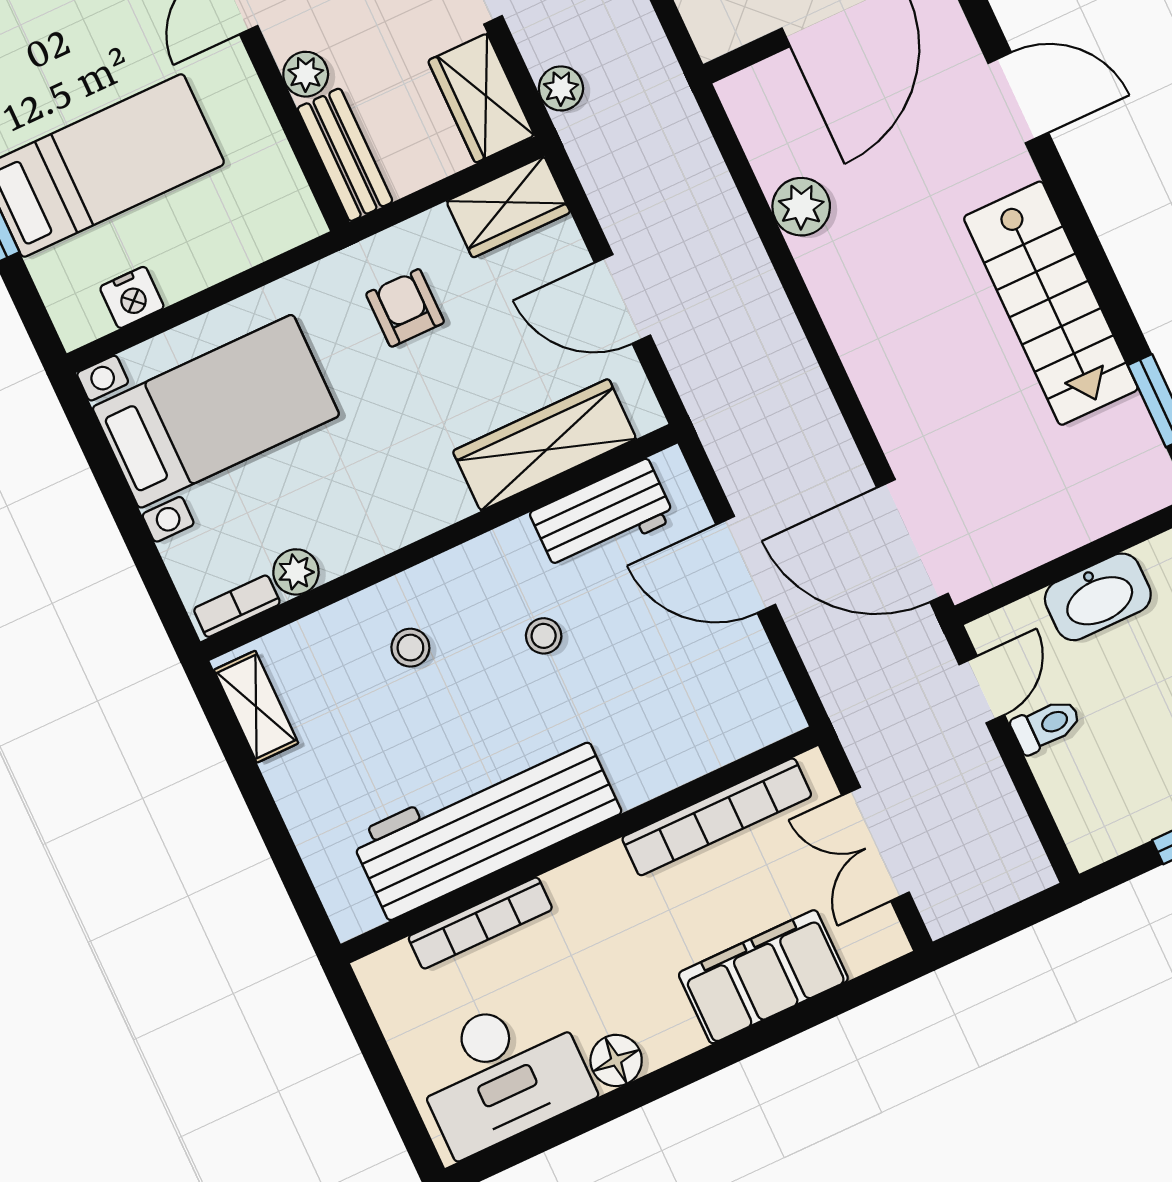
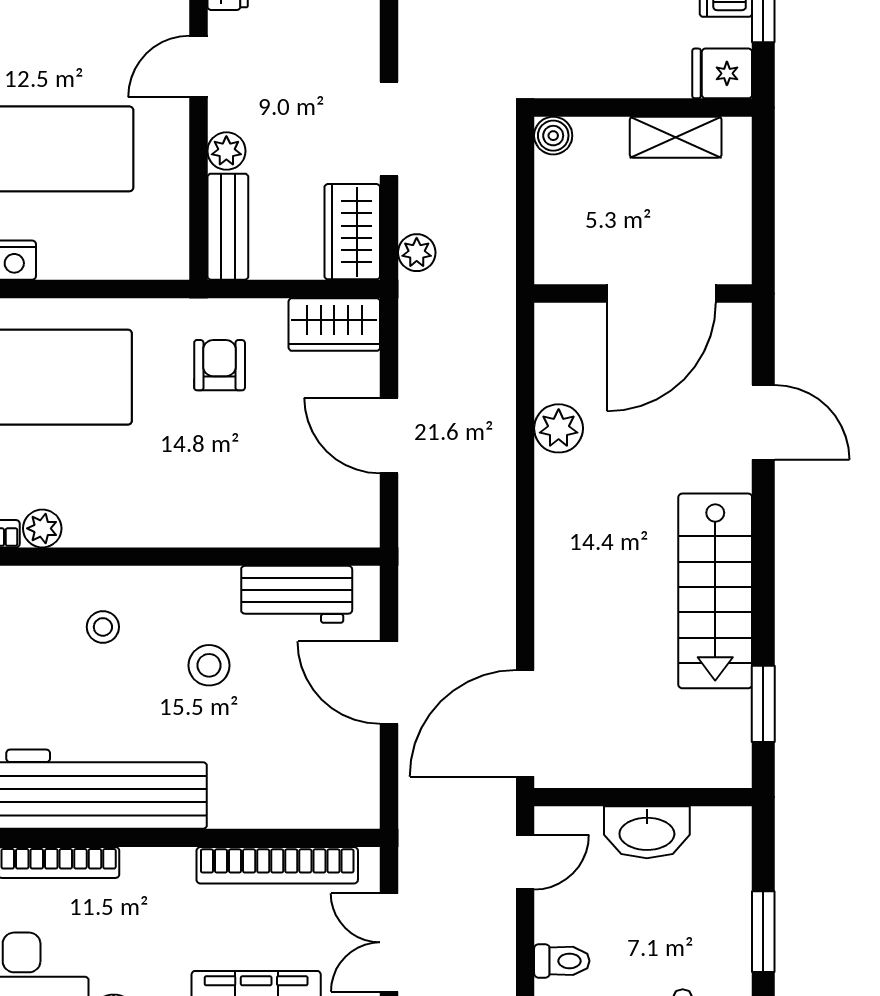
wardrobe: (545, 445) -> (278, 519), removed
door: (913, 541) -> (525, 723), hinge flipped
stool: (544, 636) -> (209, 665), width x1.37, depth x1.37
toilet: (1046, 725) -> (562, 961), moved

